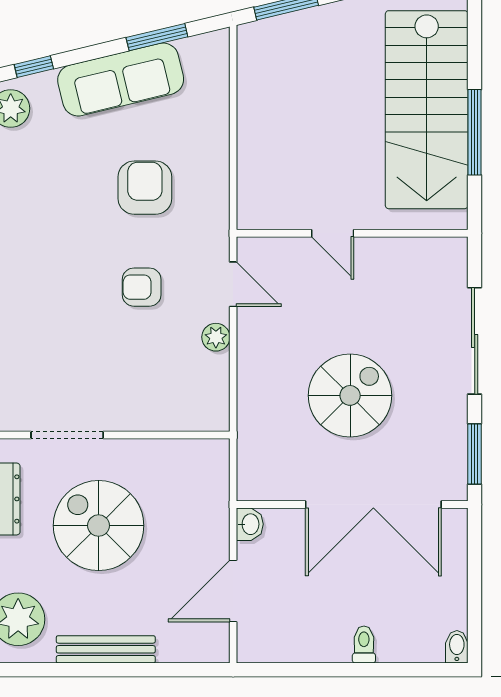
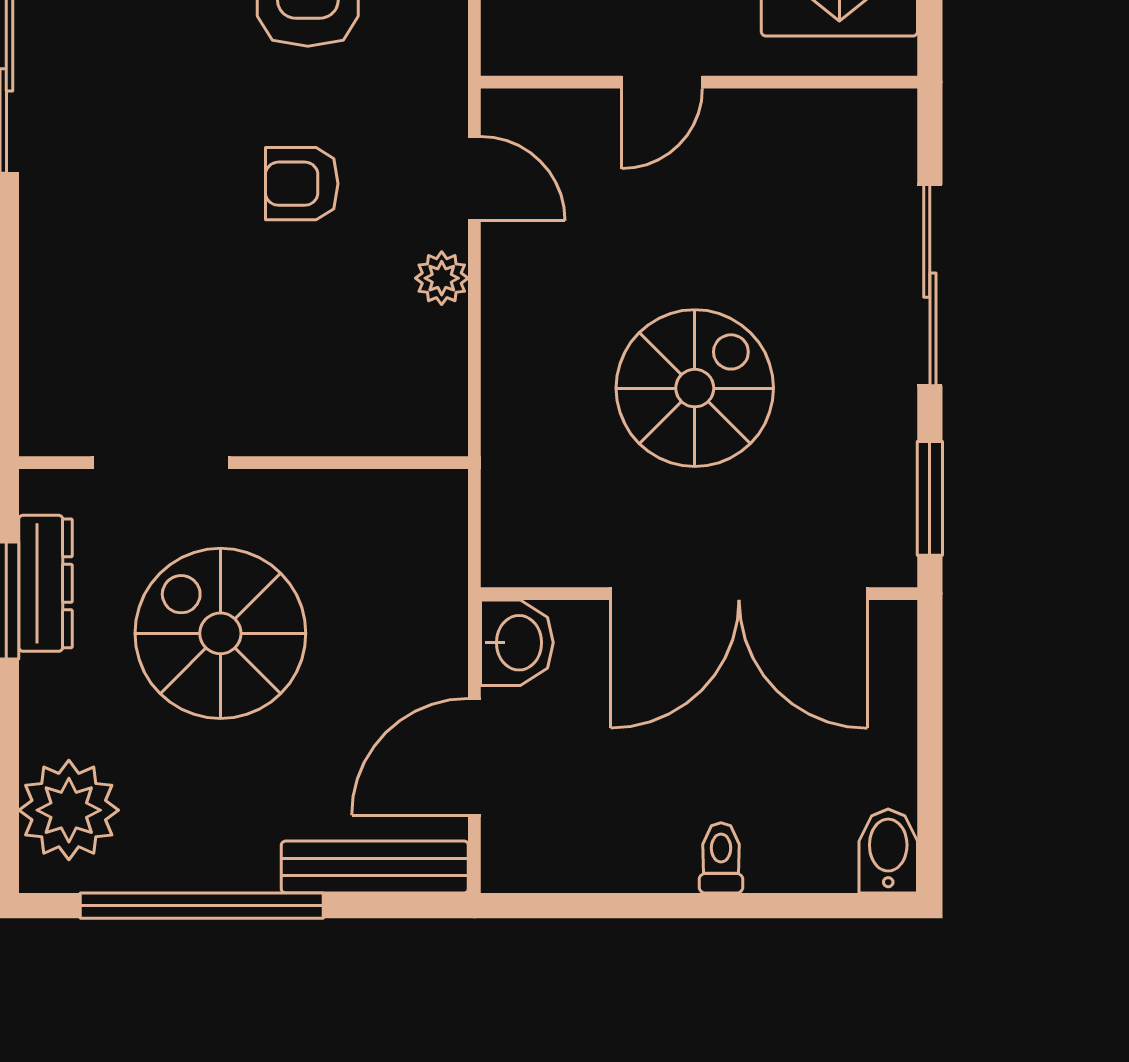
door: (333, 233) -> (662, 82), hinge flipped
washbasin: (250, 524) -> (517, 643), width x1.38, depth x1.45
bidet: (457, 647) -> (888, 851), width x1.38, depth x1.36
bench: (106, 649) -> (375, 867), moved
window: (89, 670) -> (202, 906), added

